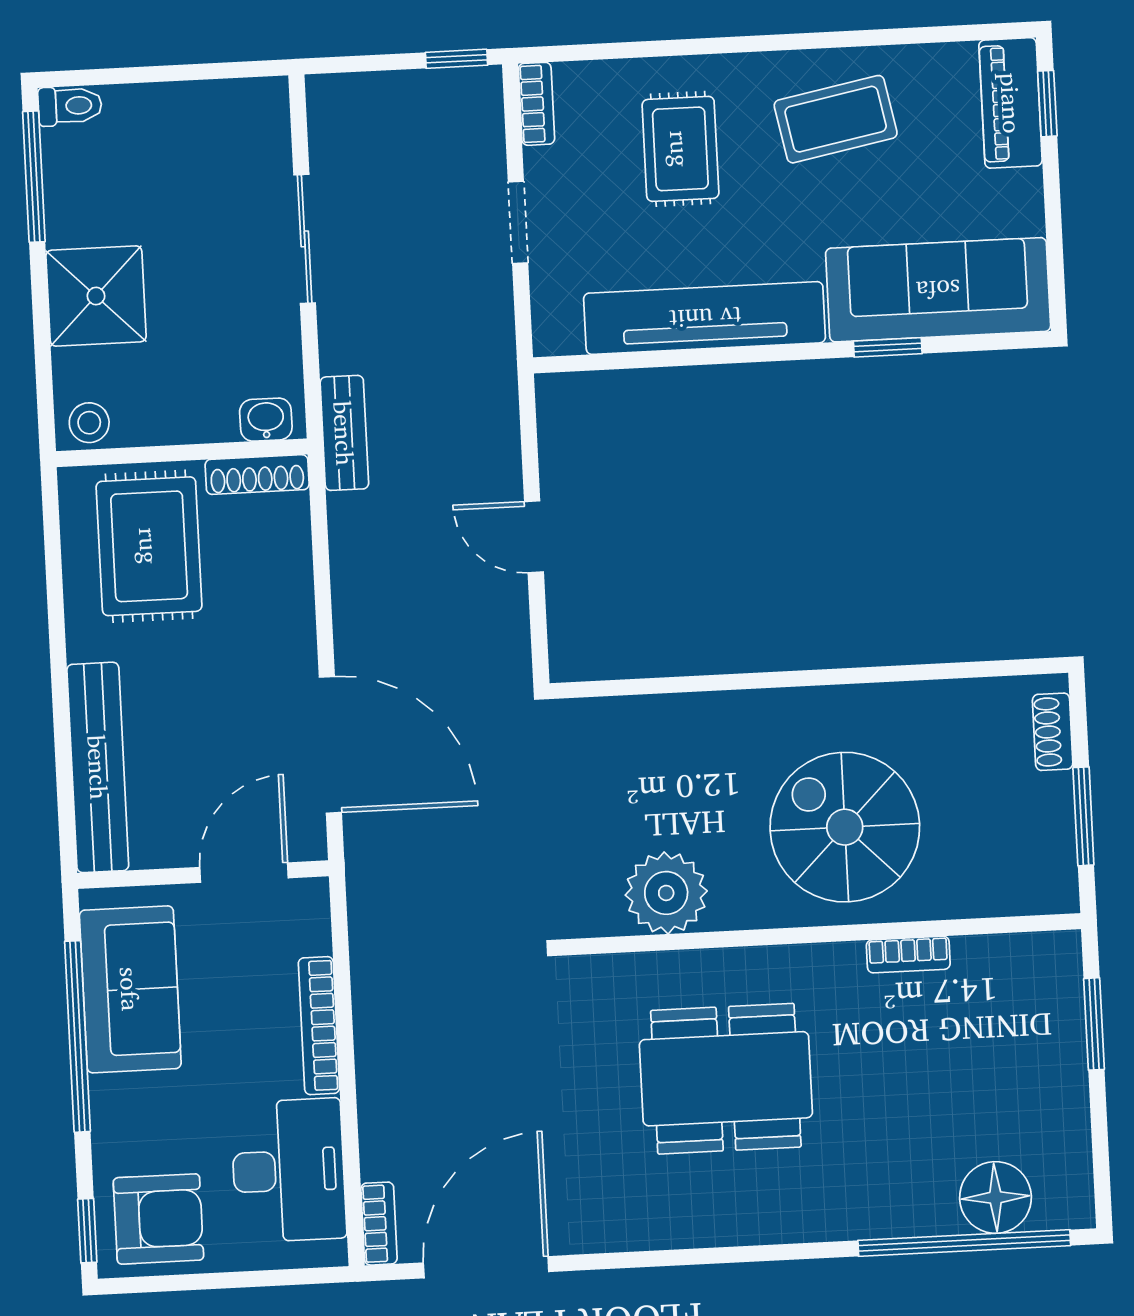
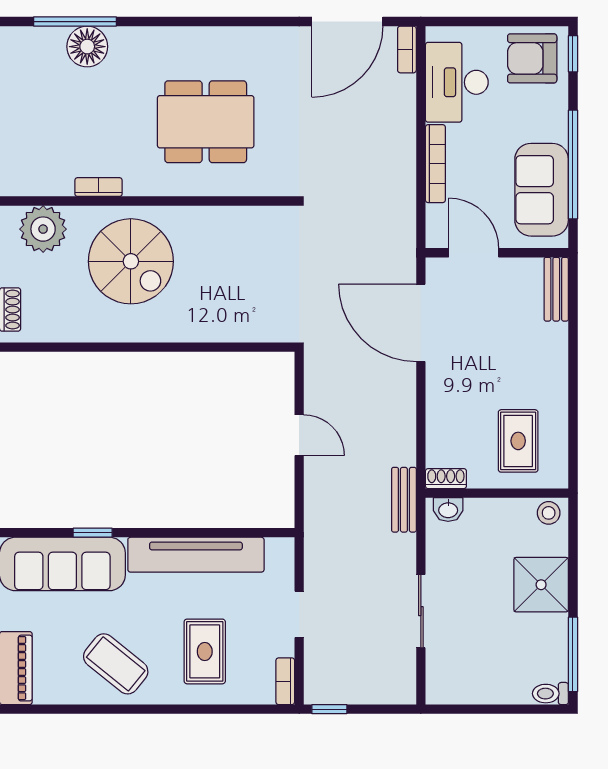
coffee table: (836, 119) -> (116, 664), turned 50
shoe rack: (257, 475) -> (446, 479), width x0.70
rug: (149, 546) -> (518, 441), width x0.73, depth x0.70
bench: (98, 767) -> (556, 289), width x0.54, depth x0.82
door: (244, 873) -> (474, 253), swing flipped
plant: (666, 893) -> (43, 229), moved
floor lamp: (995, 1197) -> (87, 47), moved
window: (964, 1243) -> (75, 22), width x0.68

